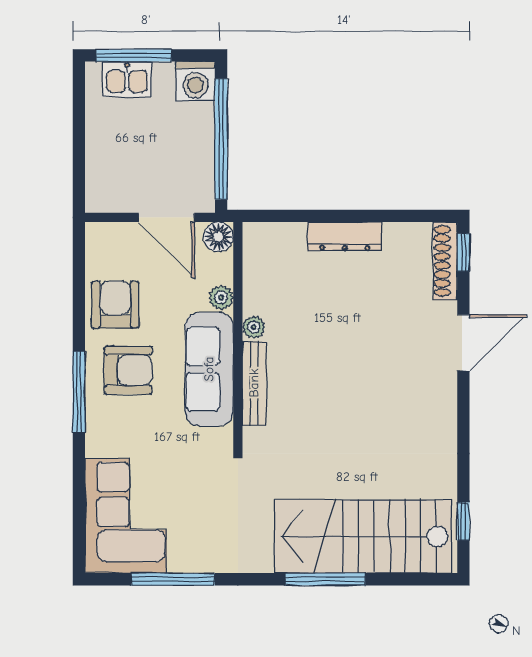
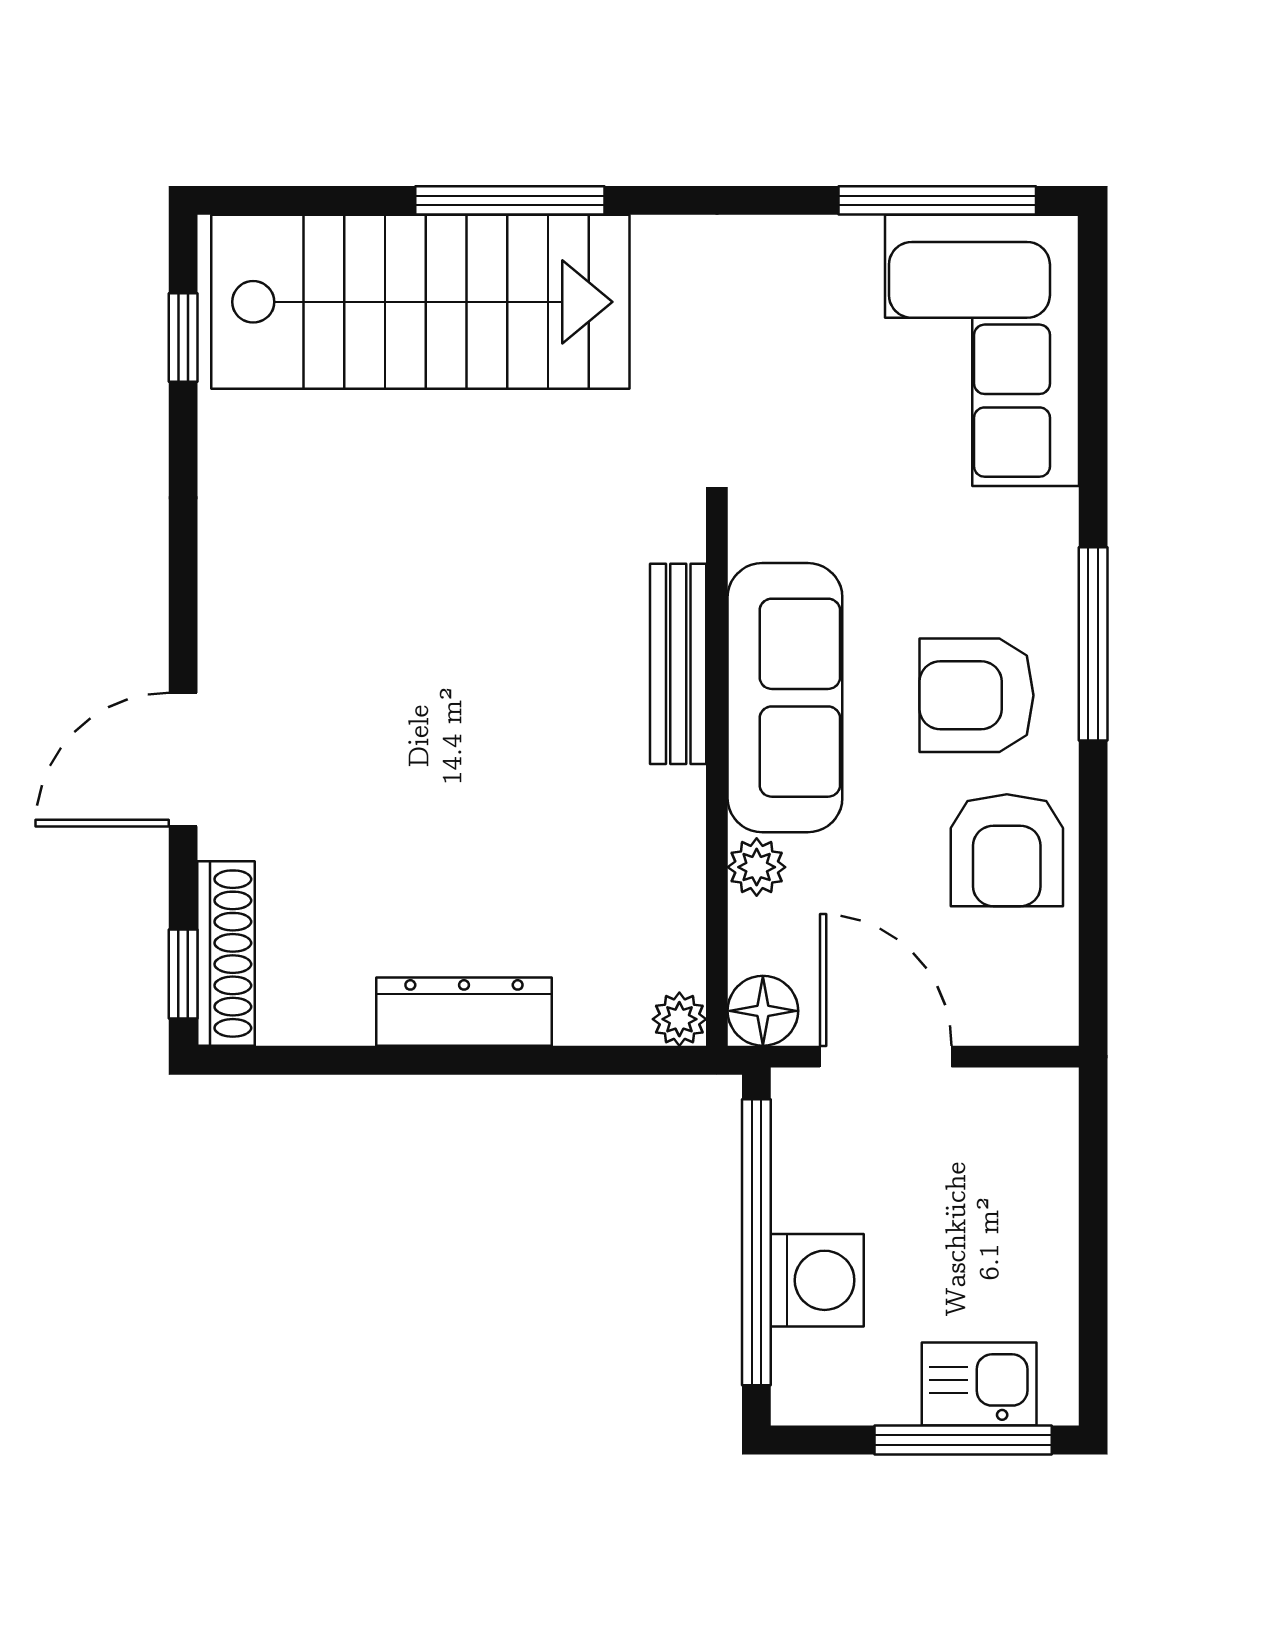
washing machine: (196, 81) -> (817, 1280), moved, turned 90
plant: (254, 327) -> (679, 1019), moved
window: (173, 579) -> (937, 200), moved

